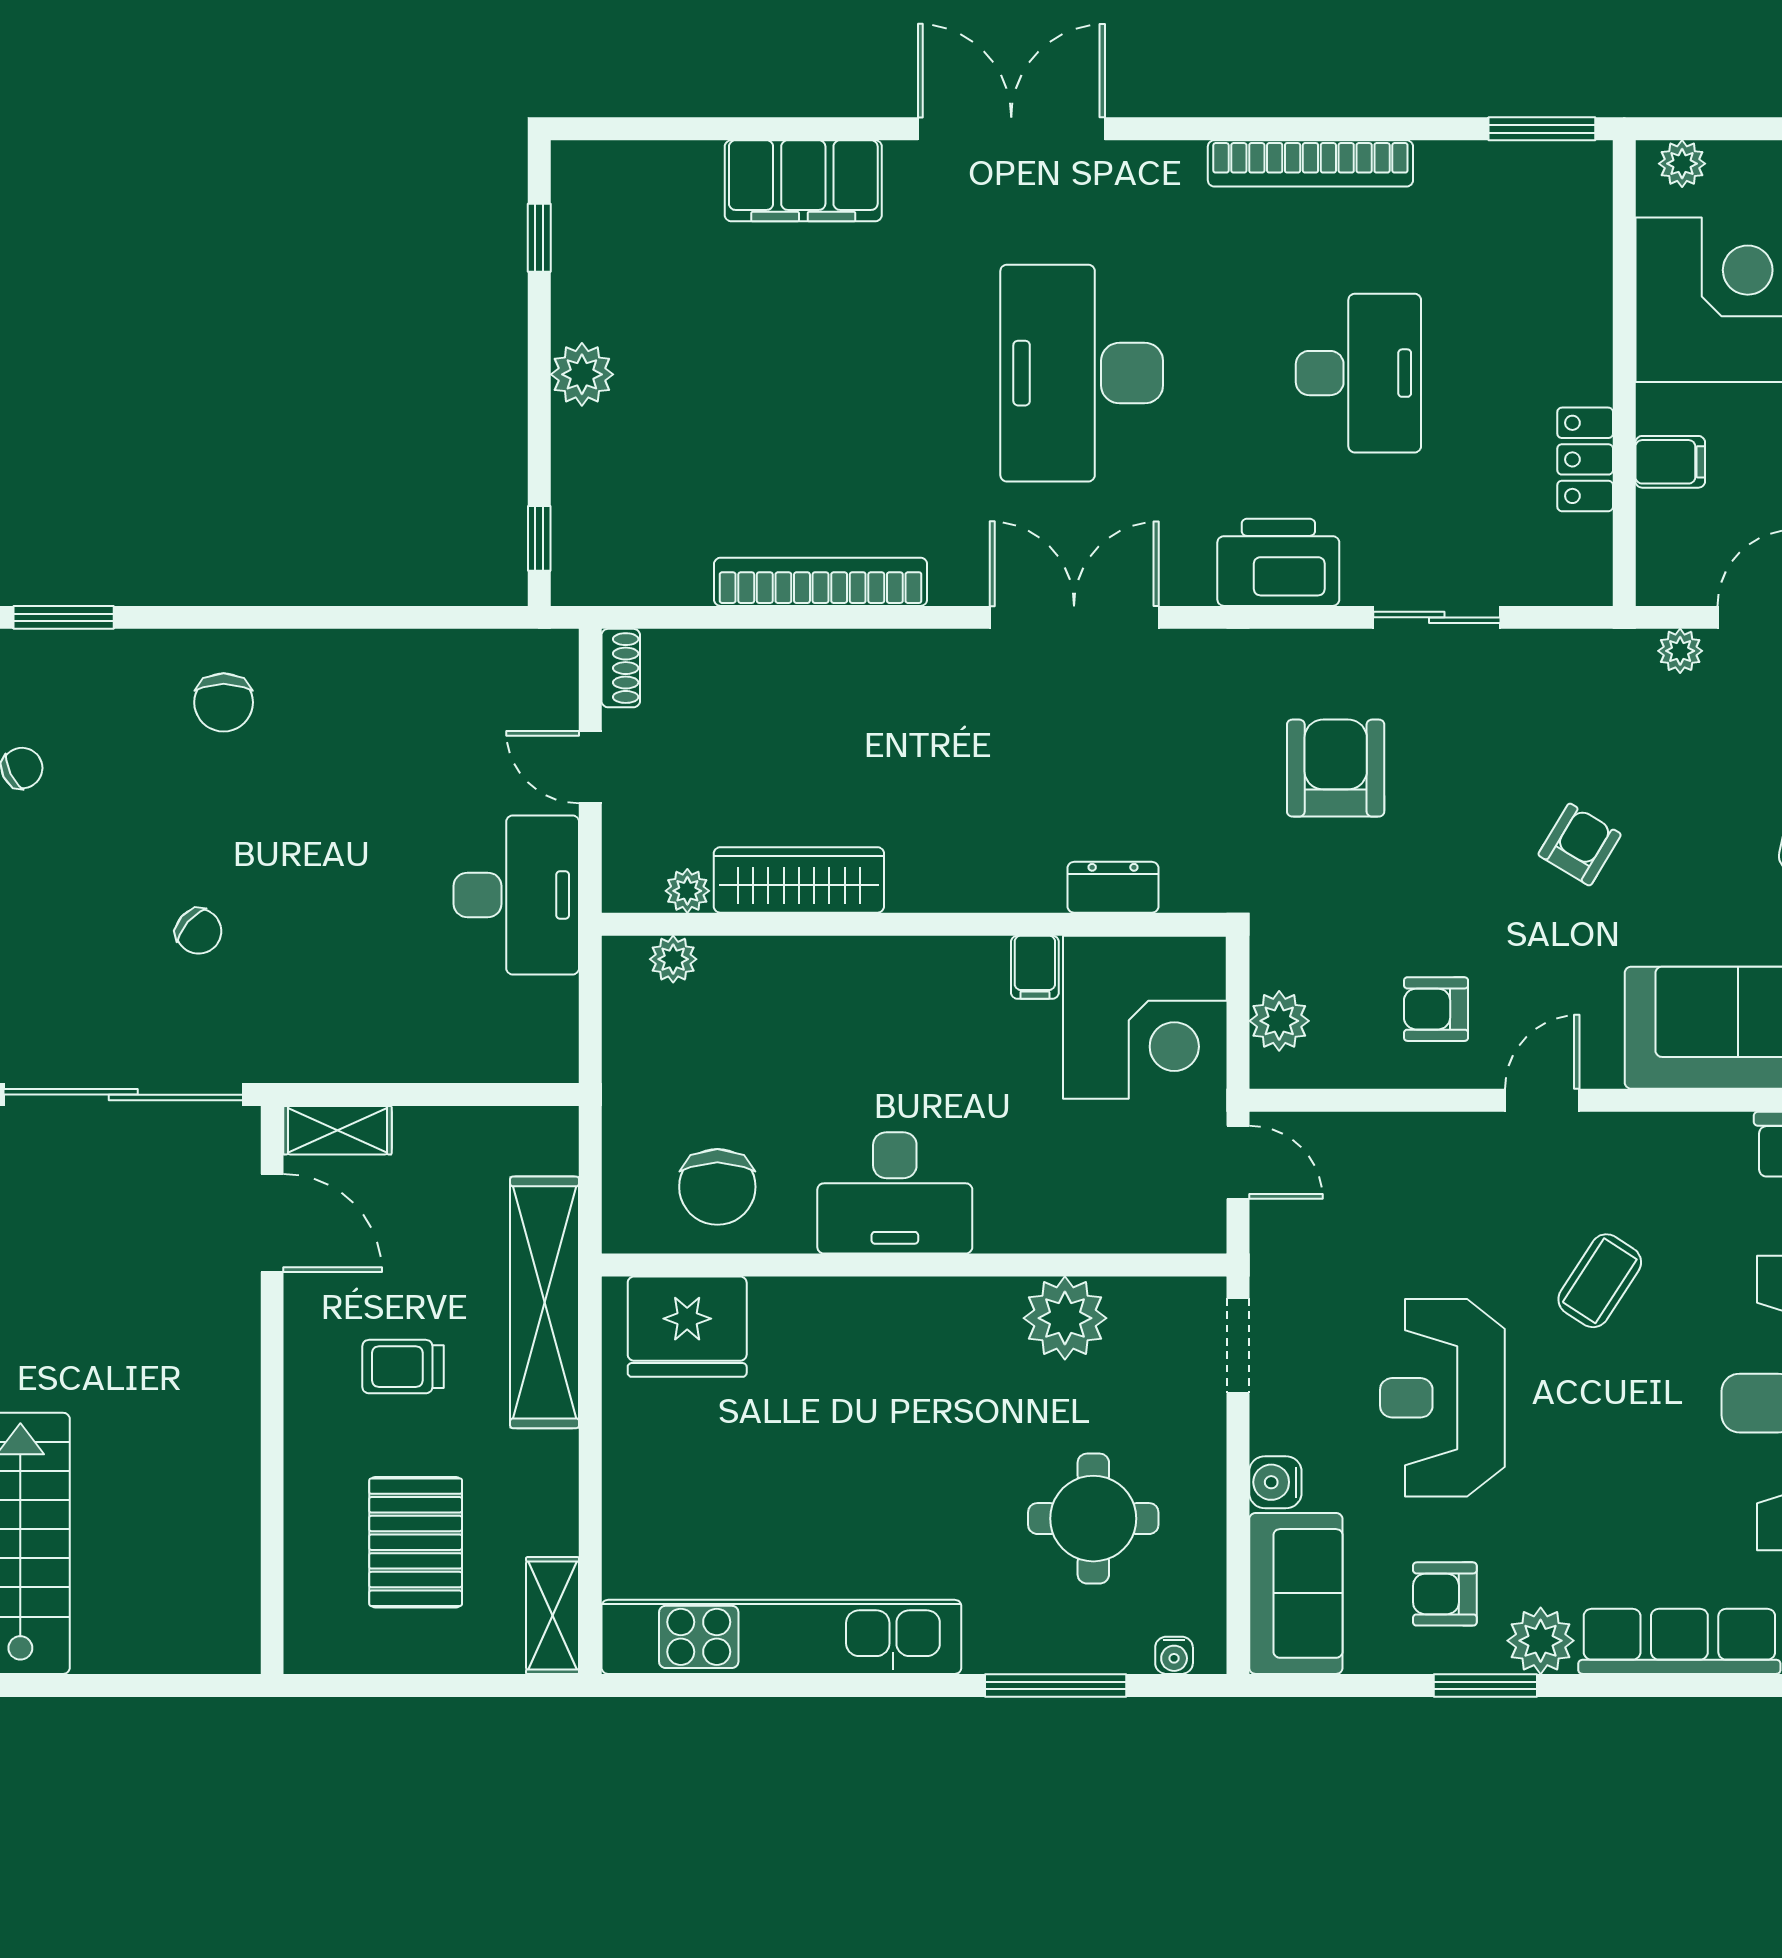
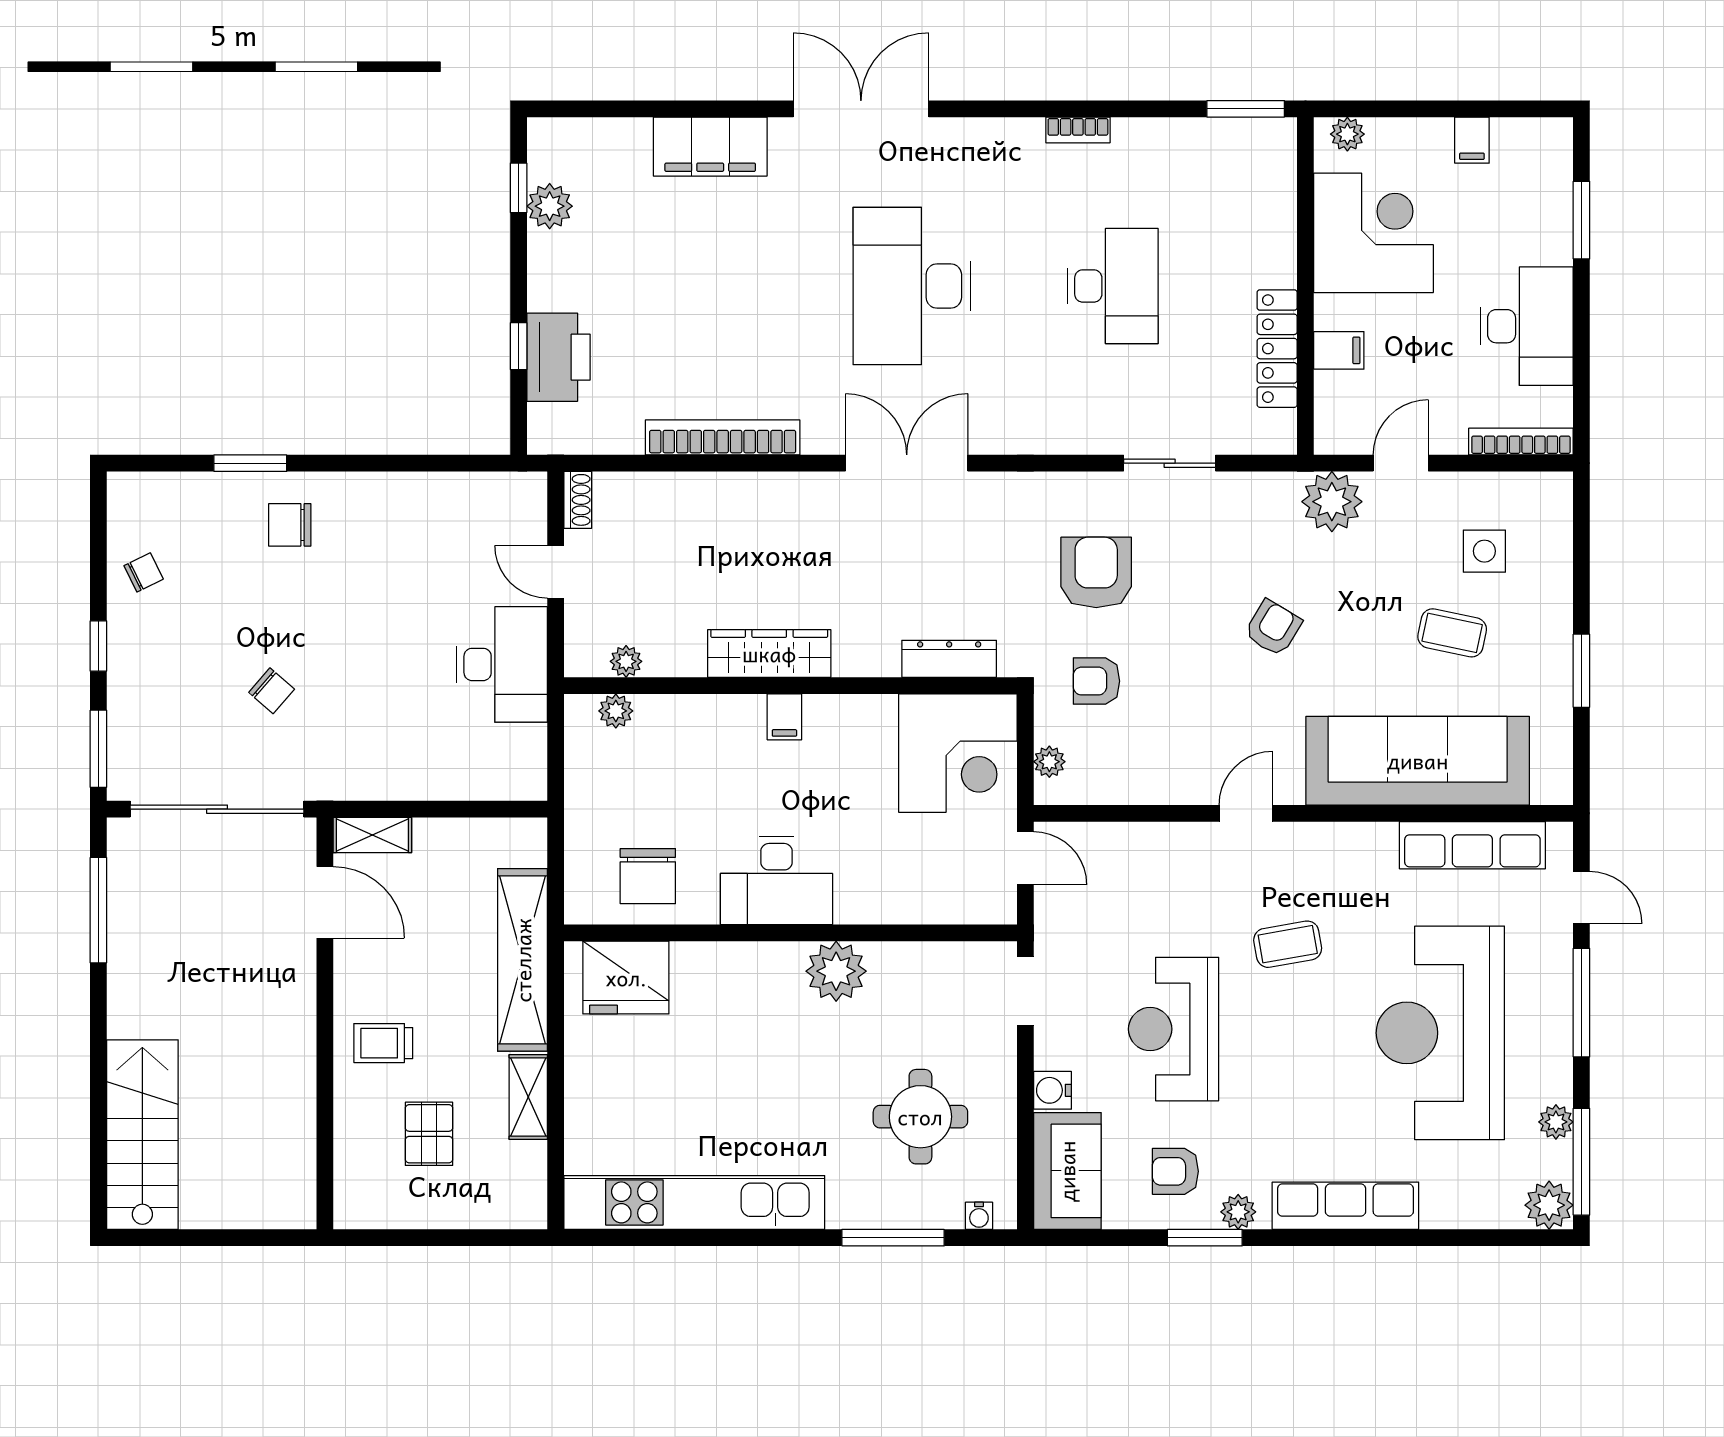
bookcase: (1310, 163) -> (1078, 130), width x0.43, depth x0.76
plant: (582, 374) -> (550, 206), moved
locker: (1585, 459) -> (1277, 349), width x1.53
window: (539, 538) -> (519, 346), moved
printer: (1278, 562) -> (559, 357), moved, turned 90
window: (64, 617) -> (250, 463), moved
plant: (1680, 651) -> (1332, 502), width x1.87, depth x1.87
chair: (224, 702) -> (290, 525), turned 90
wardrobe: (799, 880) -> (769, 654), moved
dresser: (1113, 887) -> (949, 659), width x1.44
filing cabinet: (1035, 967) -> (784, 717), moved
armchair: (1436, 1009) -> (1096, 681), moved
plant: (1279, 1021) -> (1049, 762), width x0.73, depth x0.73
coffee table: (1600, 1281) -> (1288, 944), turned 47
plant: (1065, 1318) -> (836, 971), moved
trolley: (403, 1367) -> (383, 1043), moved
pallet: (416, 1542) -> (429, 1134), width x0.67, depth x0.71
shelving: (553, 1615) -> (528, 1097), moved
plant: (1541, 1641) -> (1238, 1212), width x0.73, depth x0.73

